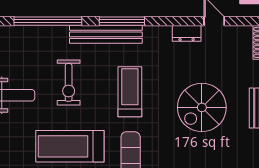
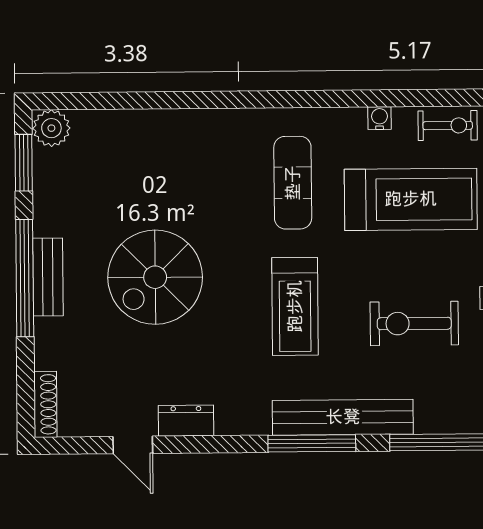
exercise bike: (69, 82) -> (414, 323), turned -90
spiral stairs: (202, 107) -> (155, 277), turned 180

